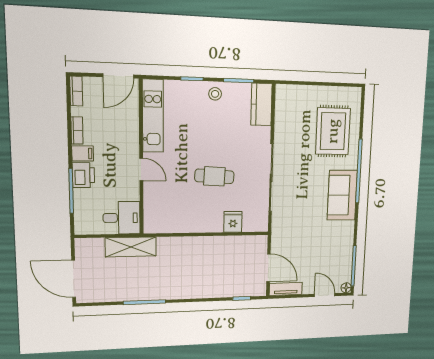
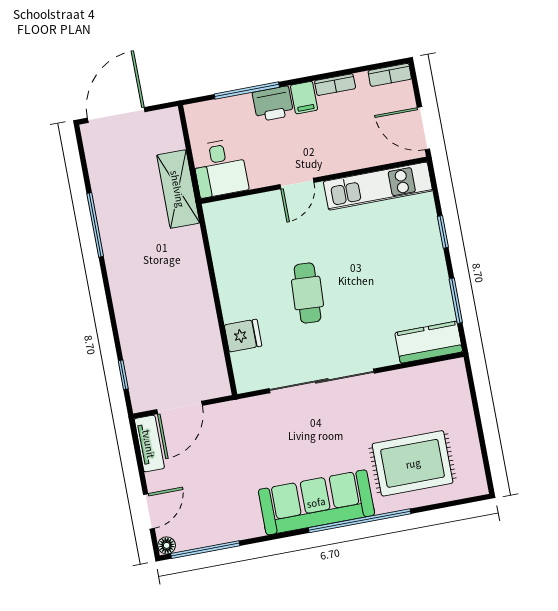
stool: (215, 94) -> (429, 270), removed
sofa: (342, 195) -> (316, 502), width x1.36

